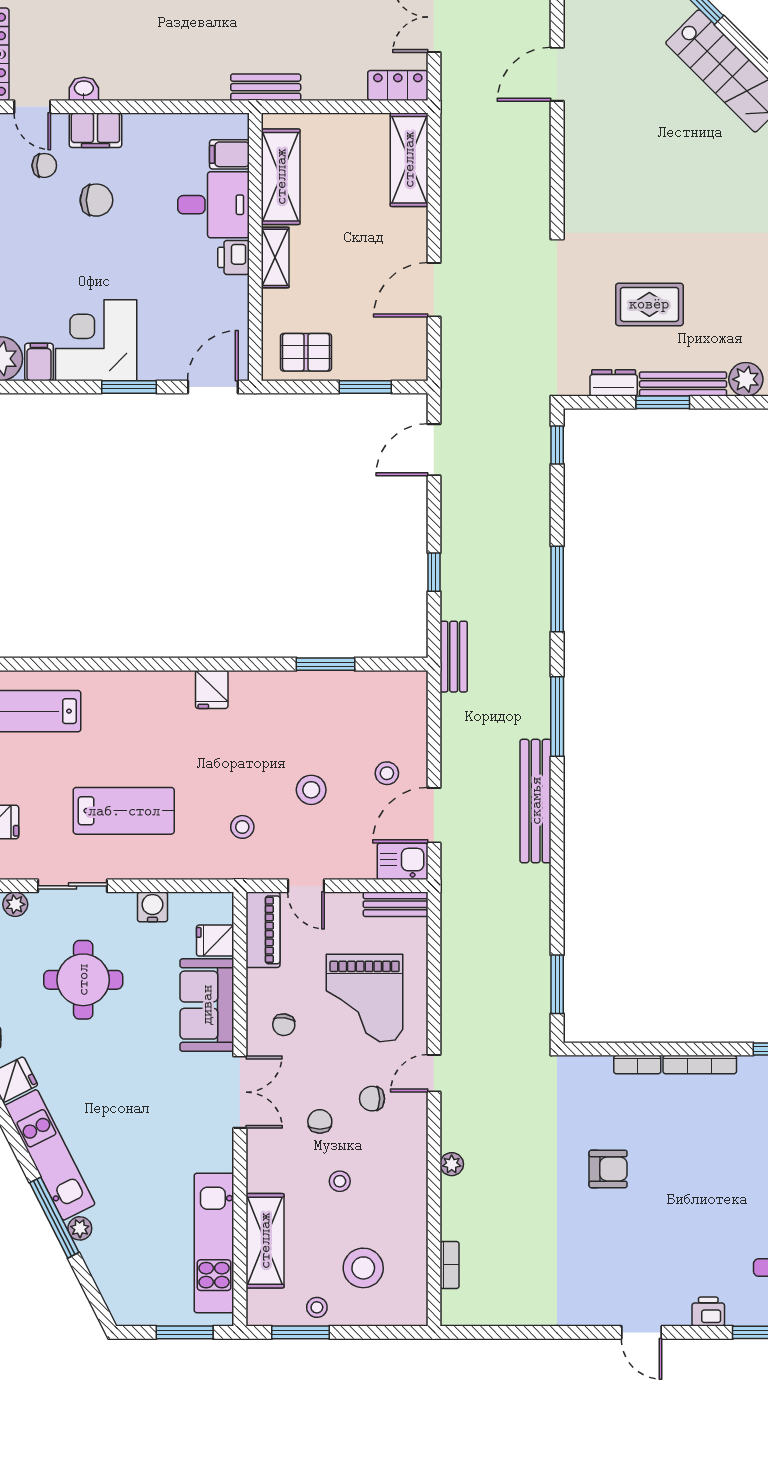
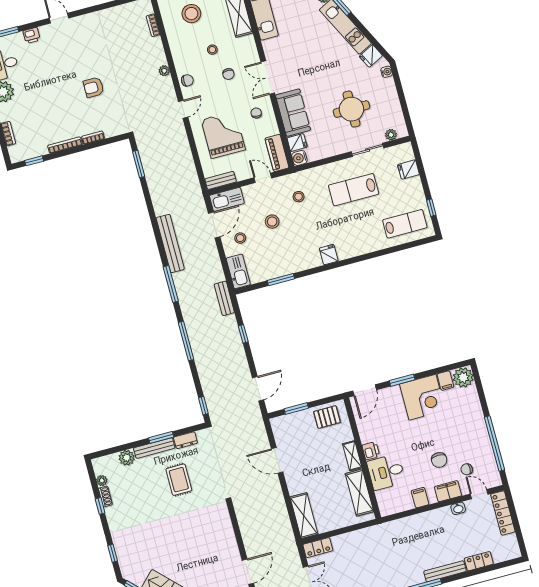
bench: (266, 87) -> (377, 531), removed
filing cabinet: (229, 154) -> (420, 498), moved, turned -90
chair: (96, 200) -> (439, 460), turned -90
door: (434, 290) -> (277, 460), swing flipped
rug: (649, 304) -> (179, 480), turned 90
kitchen sink: (409, 705) -> (238, 271), added
kitchen sink: (403, 861) -> (227, 199), width x1.38
water cooler: (152, 907) -> (299, 158), moved, turned 90
chair: (372, 1099) -> (187, 80), moved

